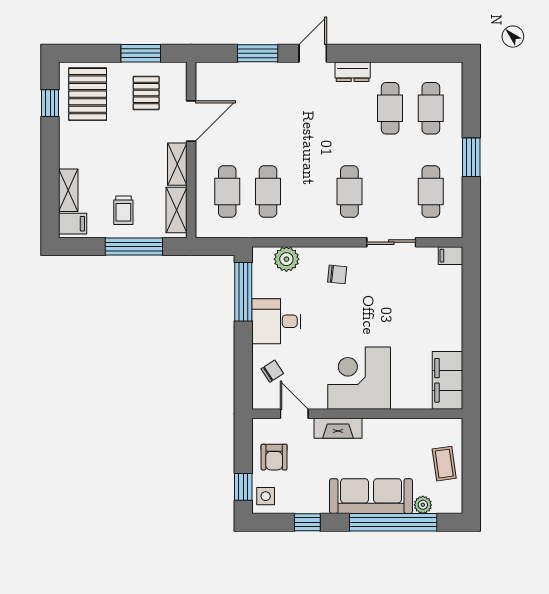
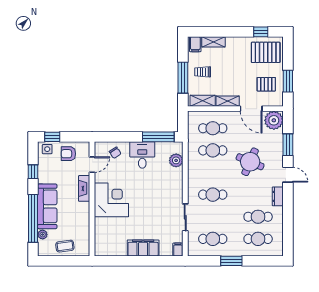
plant: (213, 79) -> (274, 120), added
round table: (289, 123) -> (250, 162), added
chair: (337, 274) -> (168, 188), removed
filing cabinet: (448, 380) -> (143, 248), moved

